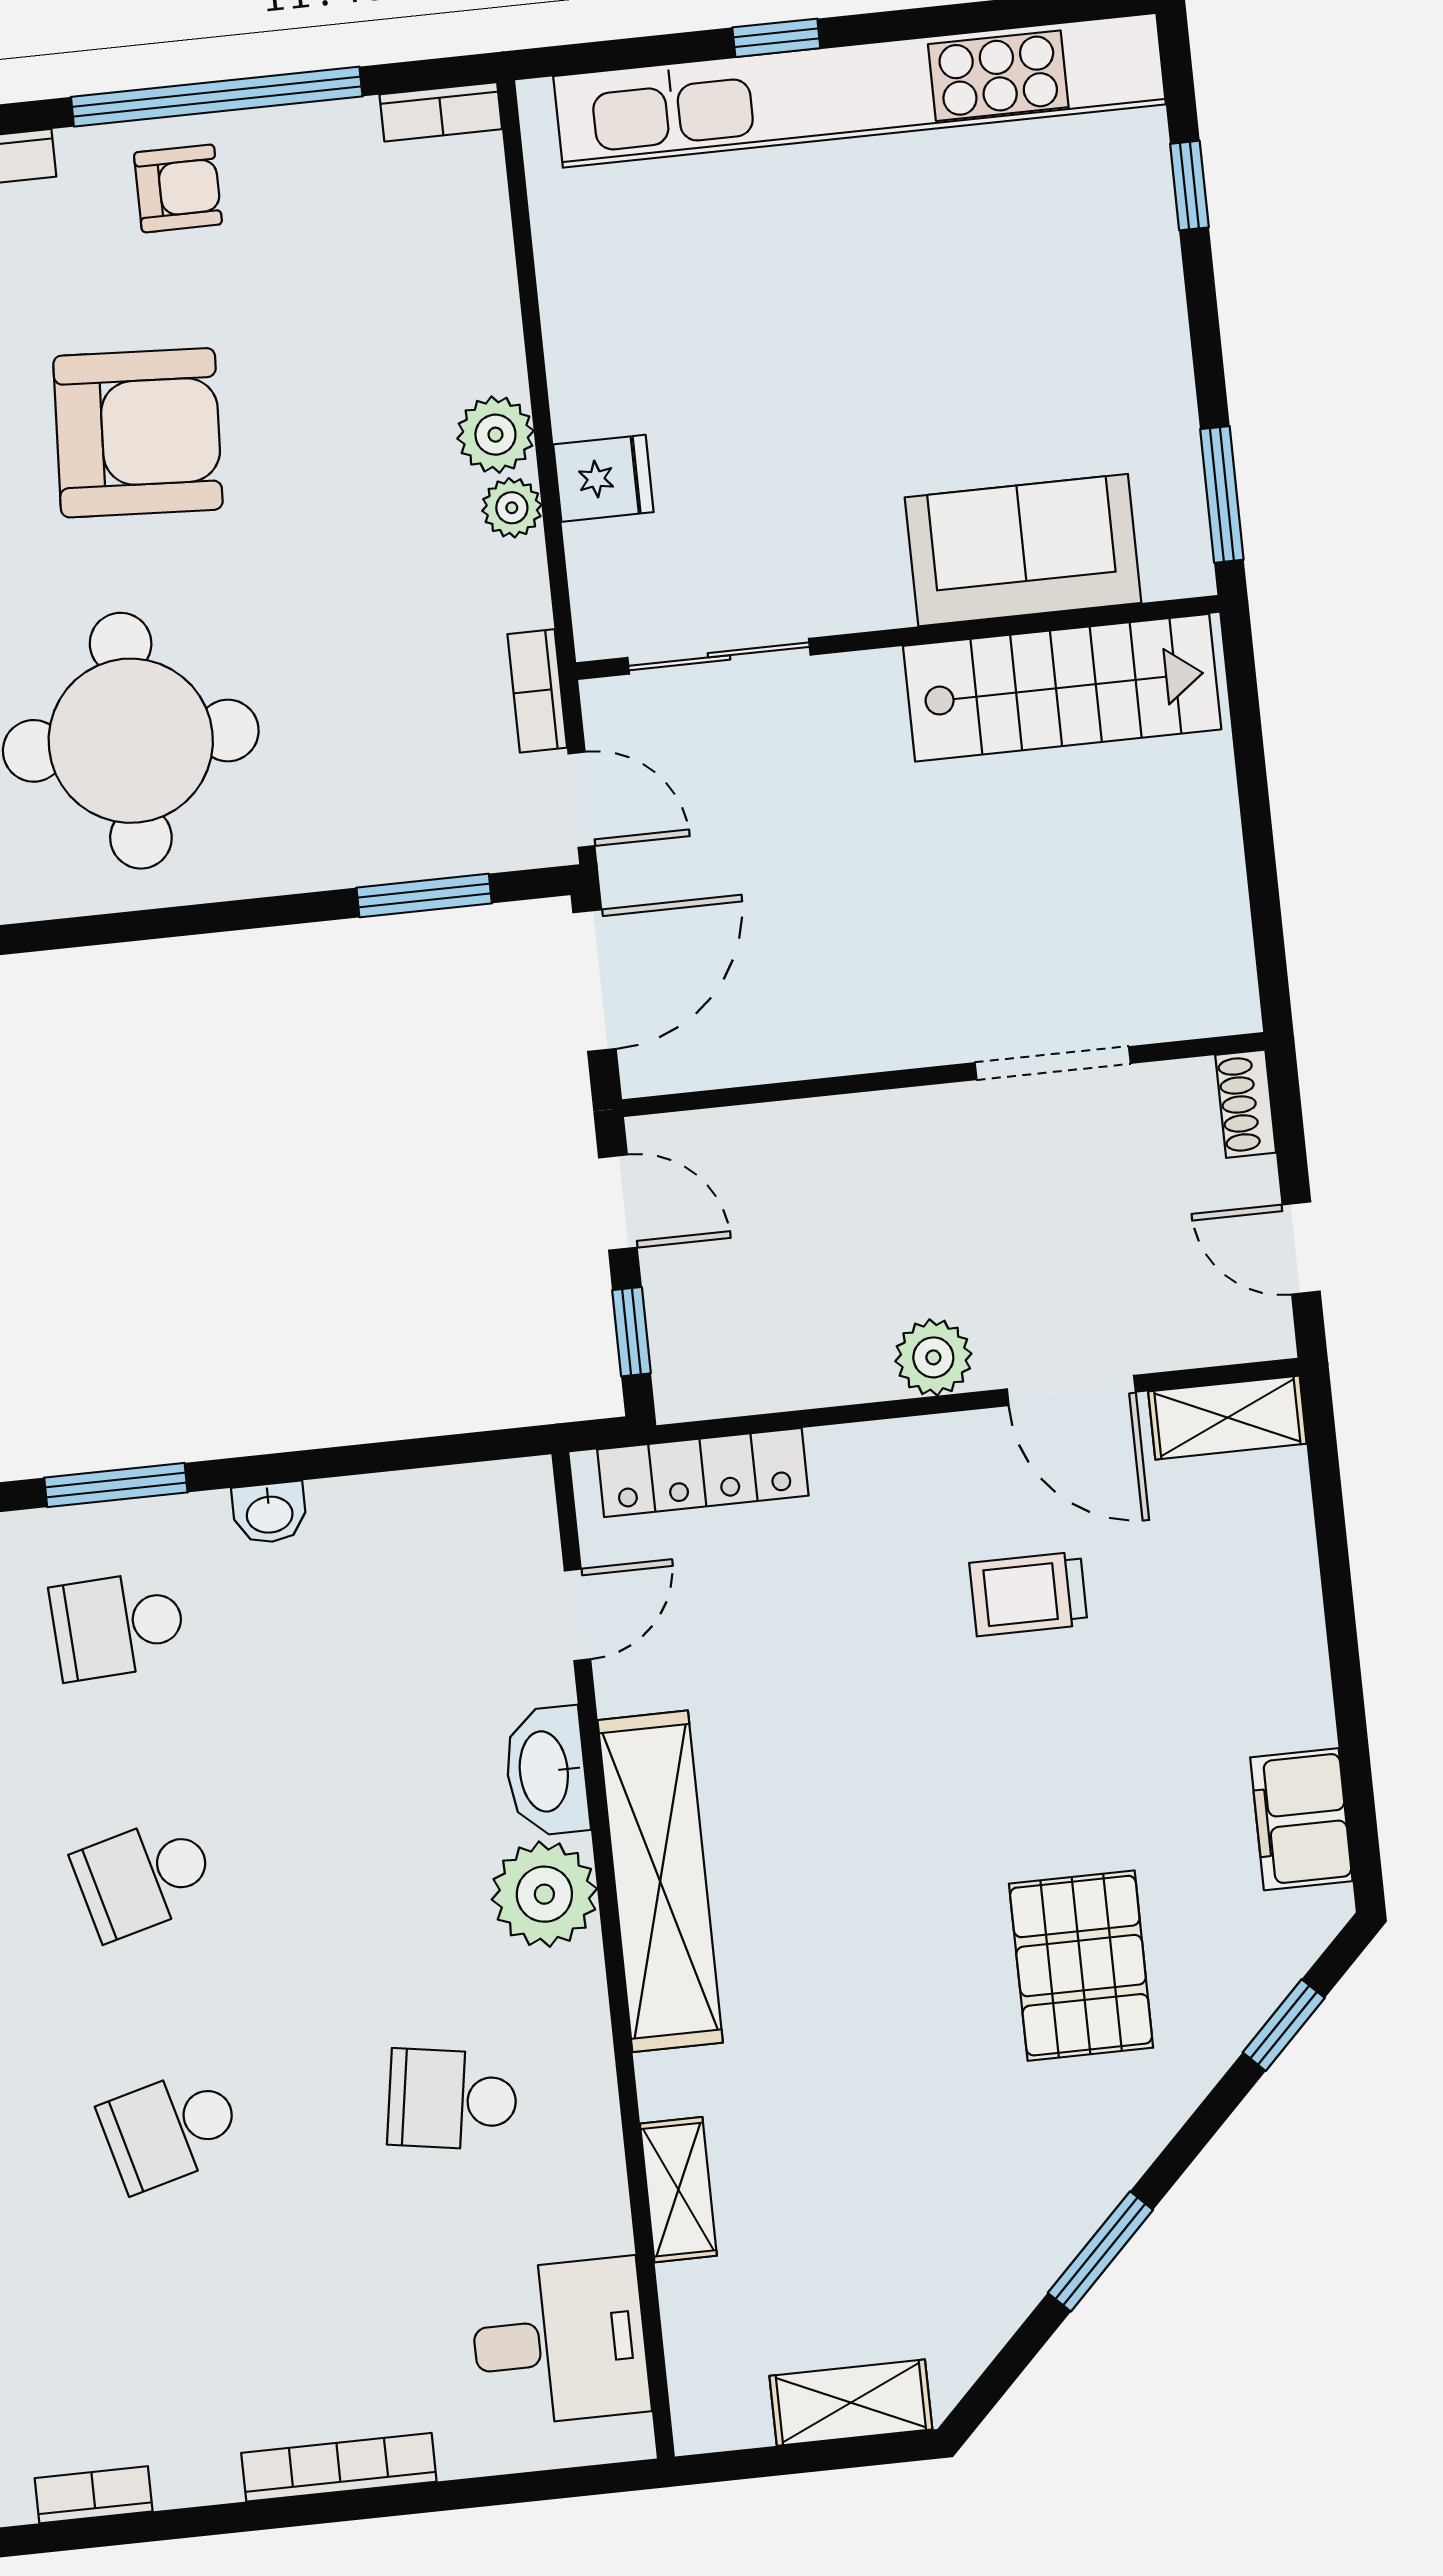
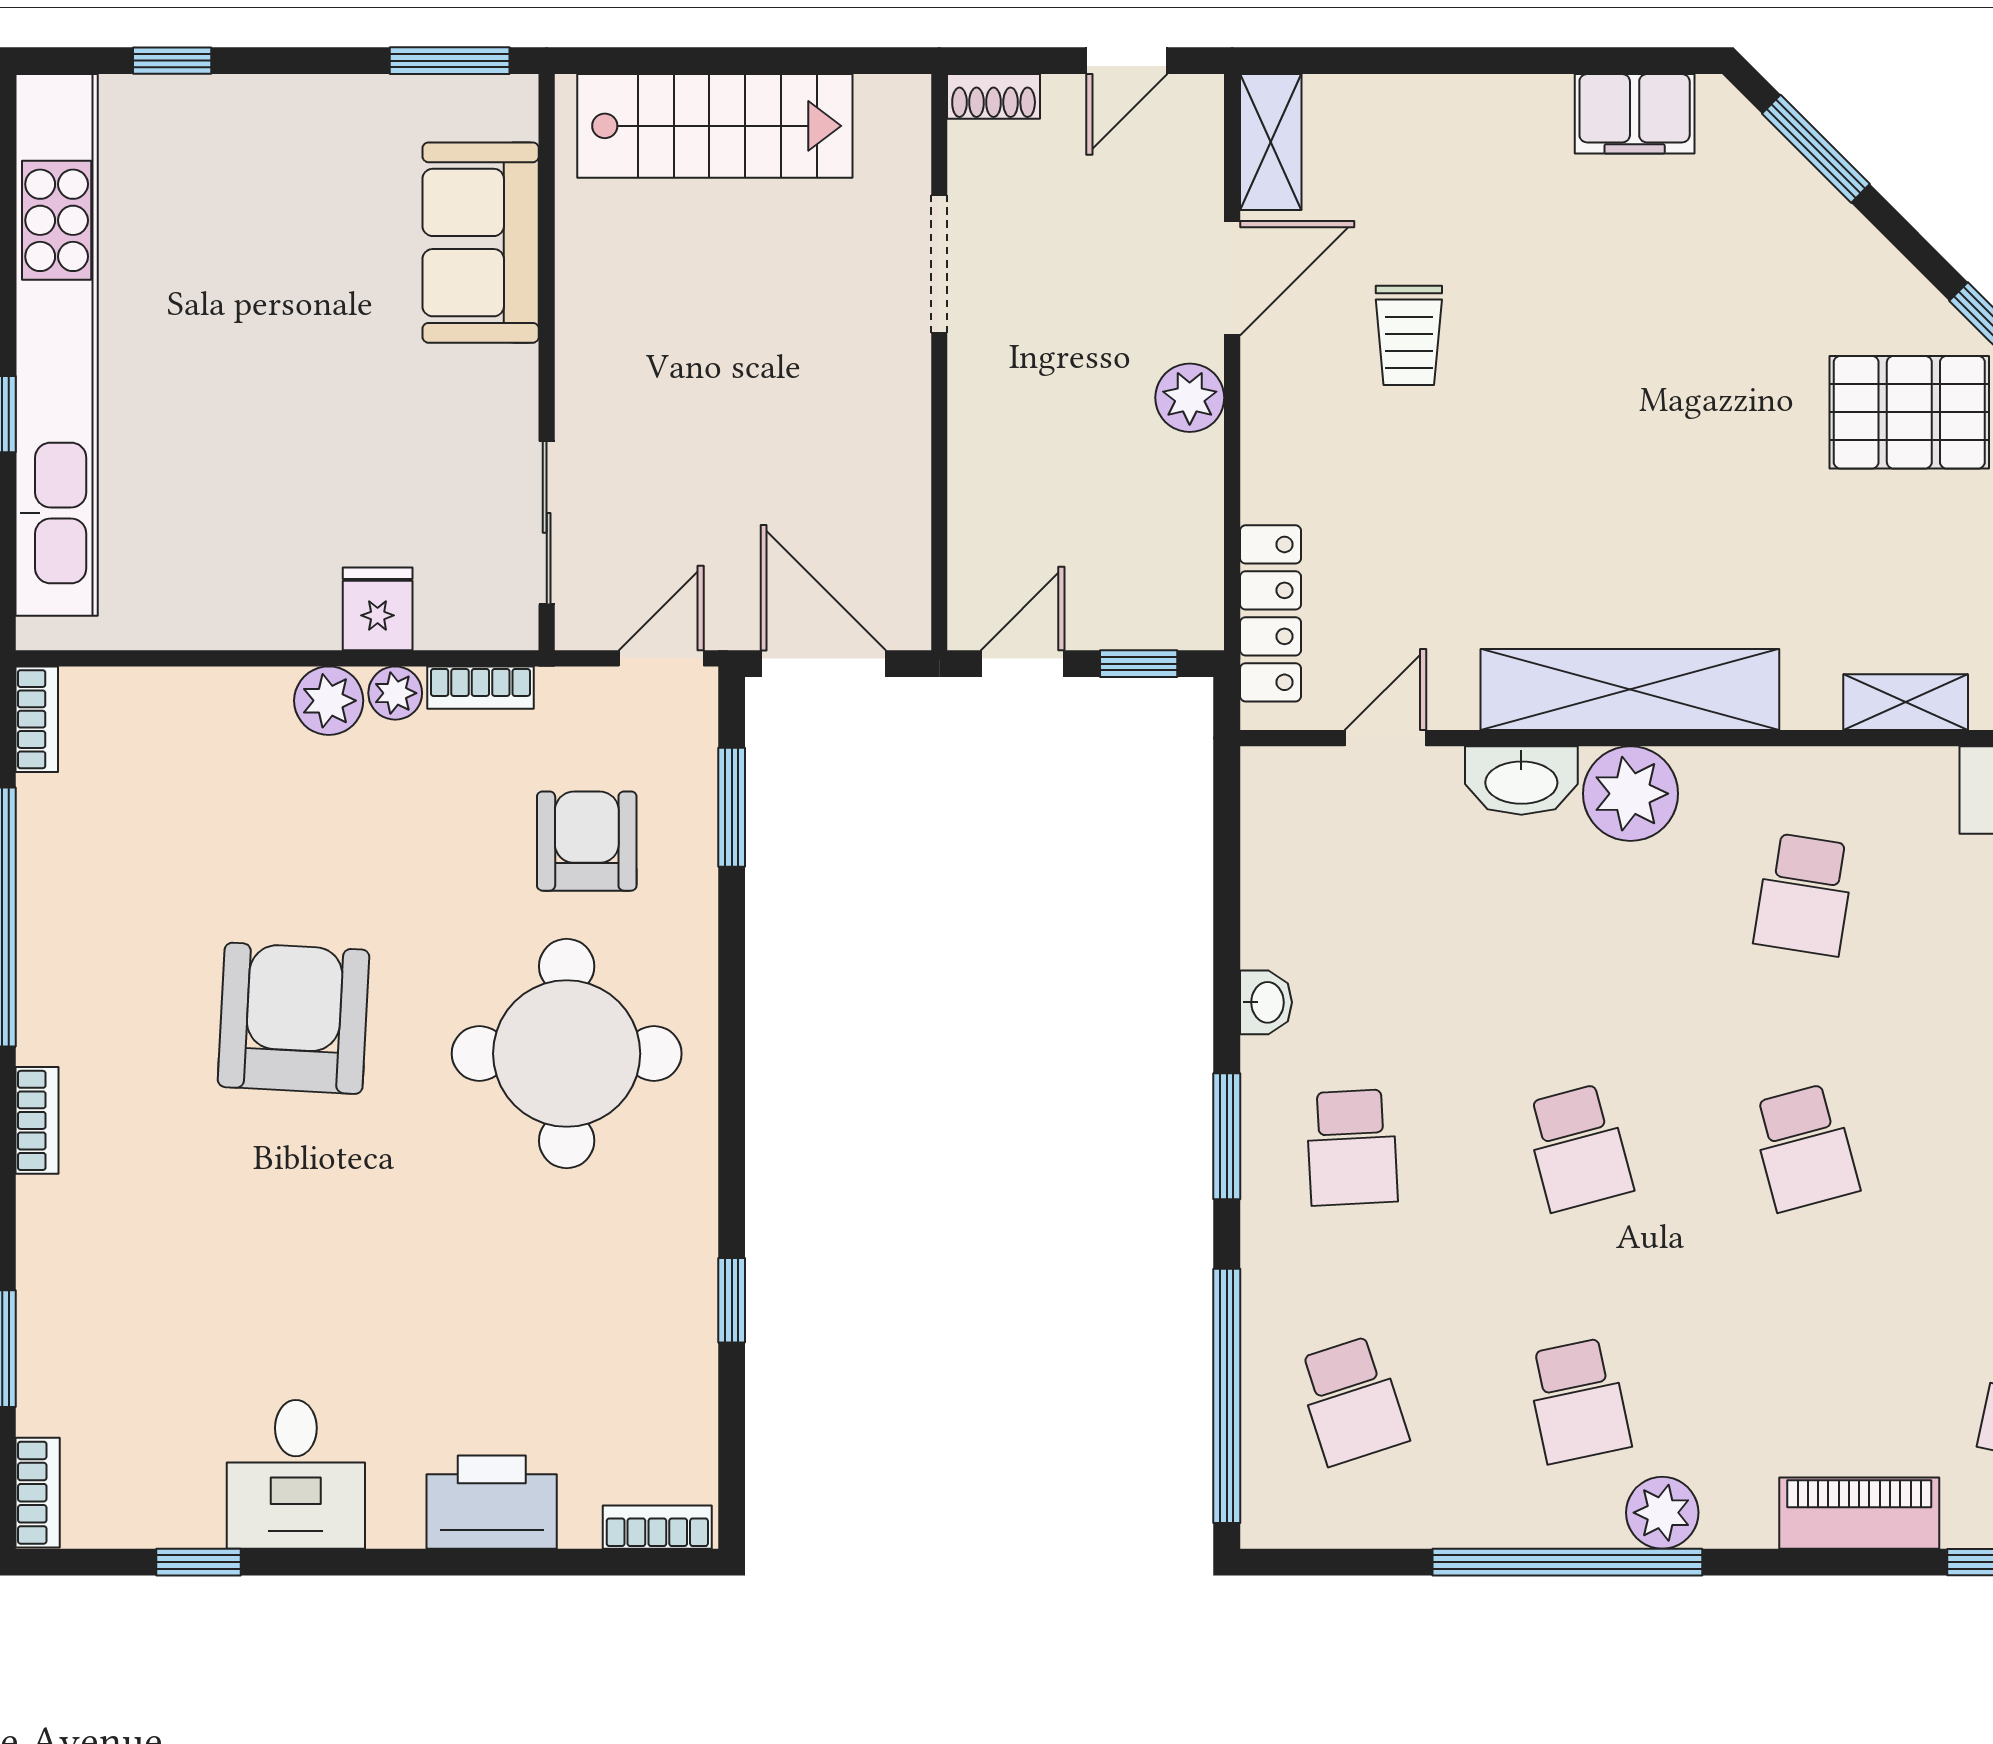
armchair: (178, 188) -> (587, 841), moved, width x1.38, depth x1.38
stairs: (1062, 688) -> (715, 126), moved, turned 90
bookcase: (537, 691) -> (480, 688), moved
door: (577, 1615) -> (1385, 738), hinge flipped
pallet: (1081, 1966) -> (1909, 412), moved
window: (1284, 2025) -> (1816, 149), width x1.50

